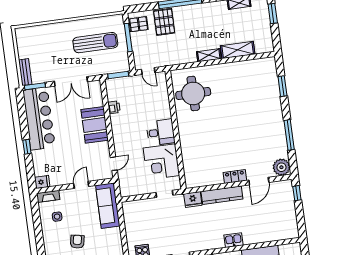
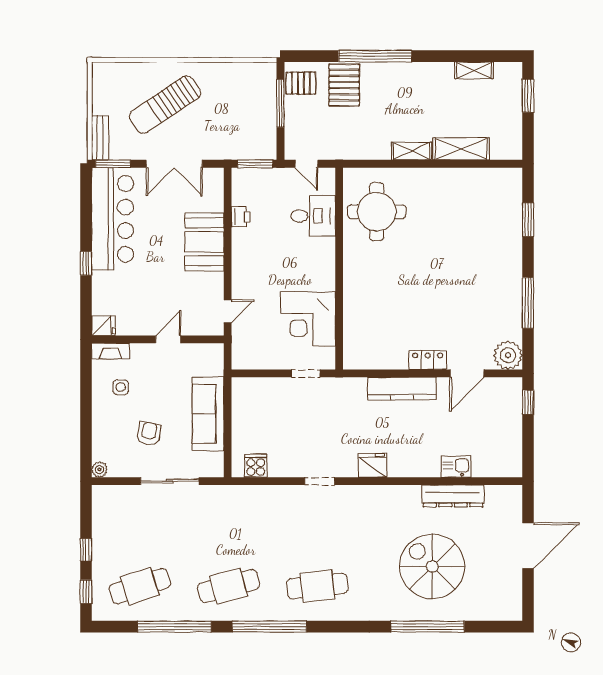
sun lounger: (95, 43) -> (165, 105), moved, turned 146
desk: (160, 132) -> (313, 216), moved
fridge: (193, 199) -> (373, 465), moved, turned 180
sofa: (108, 206) -> (208, 414), moved
kitchen sink: (233, 240) -> (456, 467), moved

